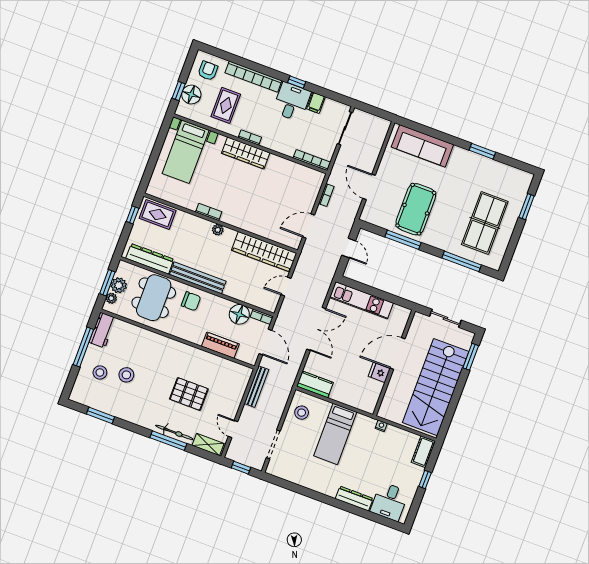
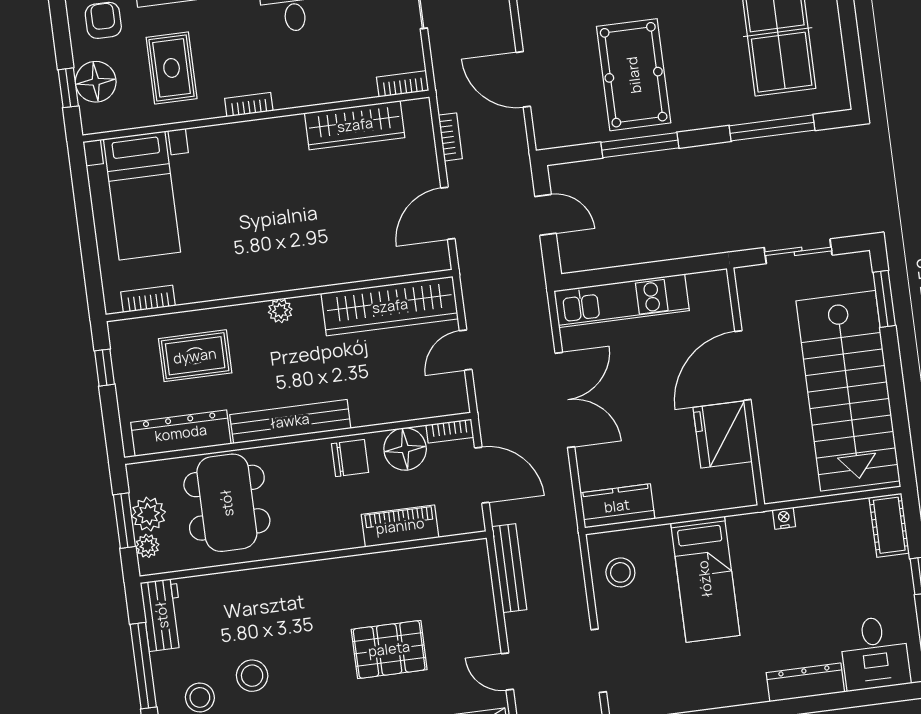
wardrobe: (246, 153) -> (355, 125), moved
bookcase: (312, 160) -> (403, 84), width x0.64
bookcase: (209, 212) -> (148, 299), moved
rug: (158, 214) -> (195, 356), moved
chair: (191, 301) -> (350, 458), moved
fridge: (379, 373) -> (723, 435), width x1.88, depth x1.34

